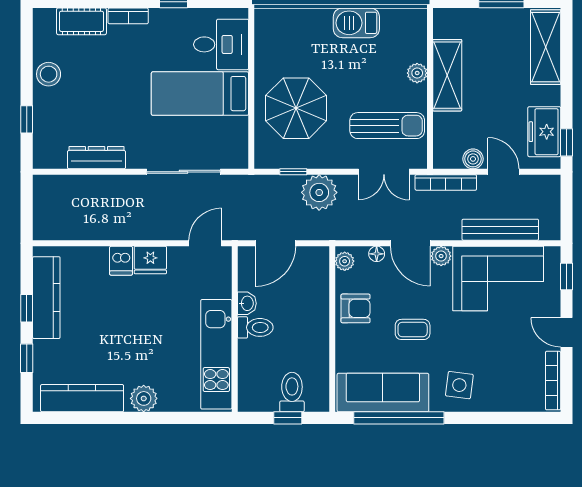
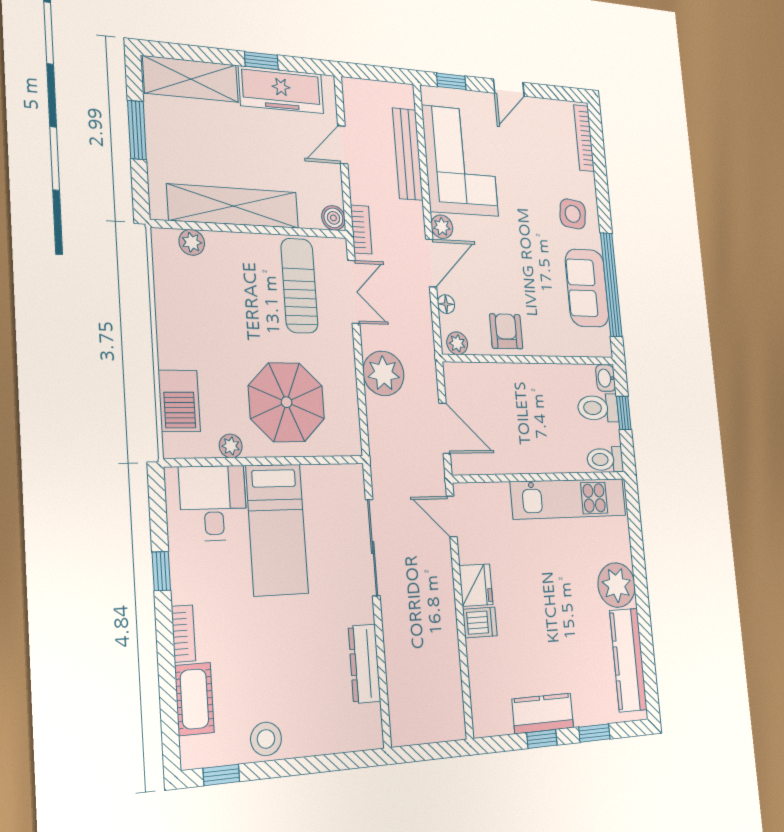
barbecue: (356, 23) -> (179, 401), moved
plant: (263, 61) -> (231, 446), added
plant: (417, 73) -> (192, 242), moved
shelving: (447, 75) -> (233, 206), width x1.47
window: (27, 119) -> (221, 775), moved
freezer: (544, 132) -> (281, 90), width x1.40
window: (567, 142) -> (261, 61), moved
boiler: (473, 159) -> (333, 218), moved
window: (293, 172) -> (362, 406), removed
bookcase: (446, 182) -> (361, 229), width x0.64
kitchen counter: (46, 298) -> (543, 713), width x0.67
washbasin: (247, 303) -> (606, 378), moved, turned -90
toilet: (255, 327) -> (605, 459), moved, turned -90
coffee table: (413, 329) -> (522, 265), removed
bookcase: (553, 381) -> (584, 138), moved, turned 90
sofa: (383, 393) -> (587, 288), width x0.73
plant: (144, 398) -> (617, 585), width x1.36, depth x1.36

